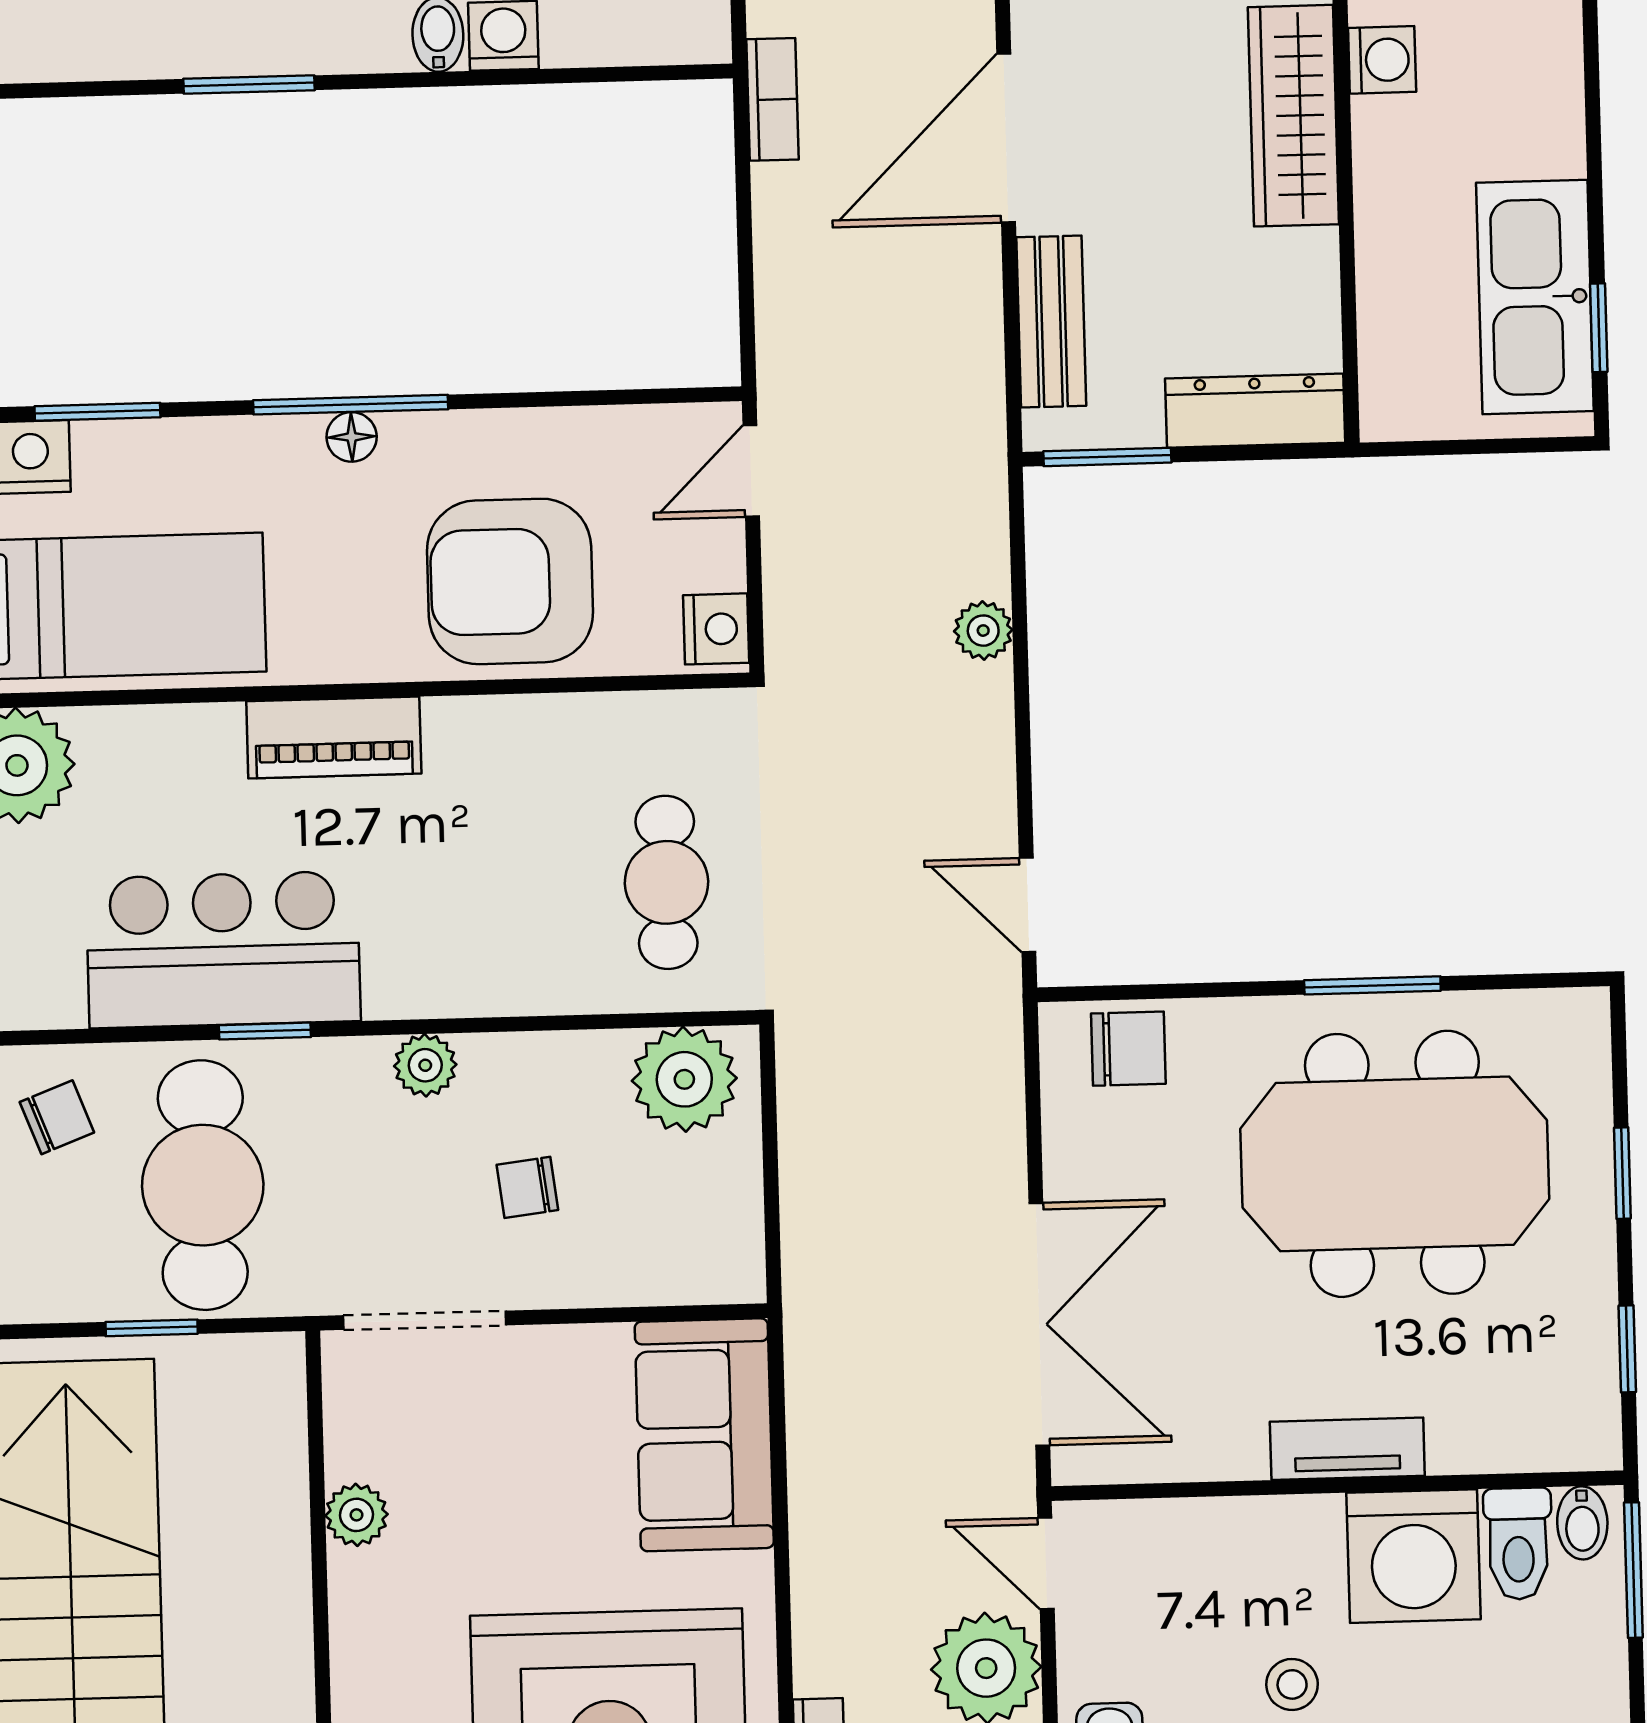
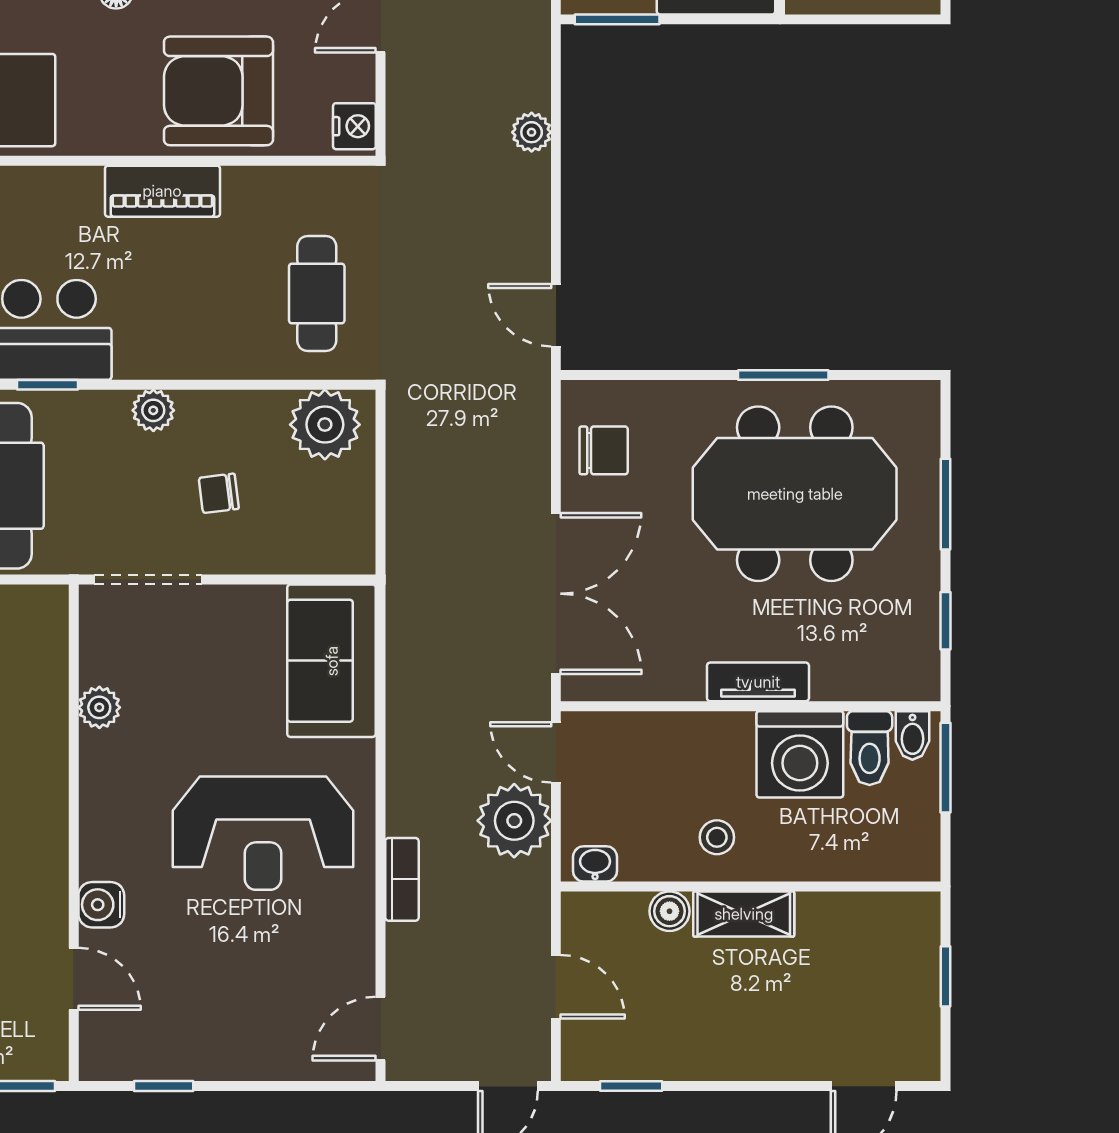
piano: (334, 737) -> (162, 191), moved
chair: (1128, 1049) -> (604, 450), moved
window: (1622, 1173) -> (946, 504), width x1.50

